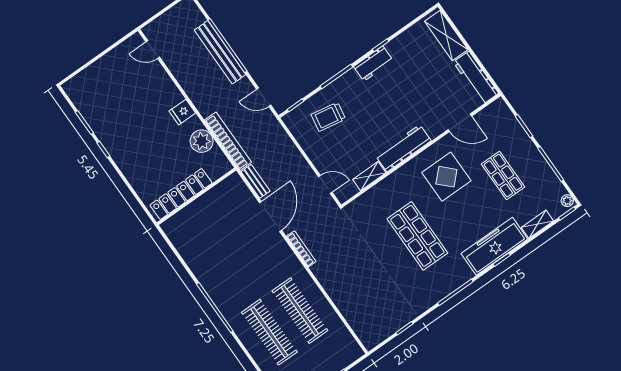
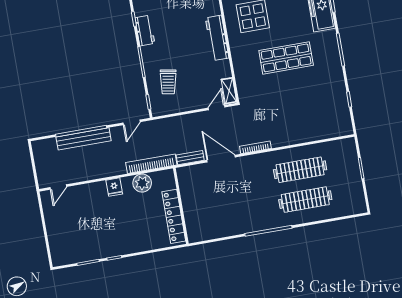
shelving: (369, 176) -> (229, 91), moved

